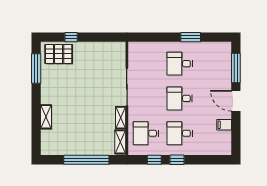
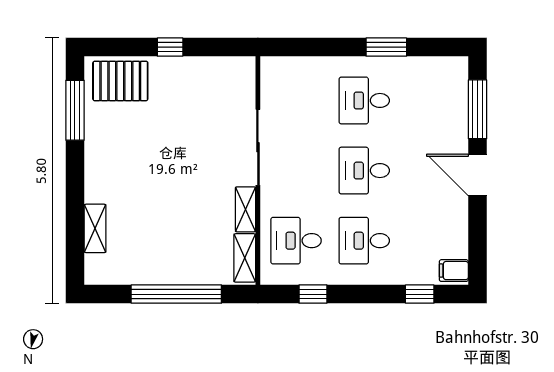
window: (71, 37) -> (170, 47), moved
shelving: (46, 117) -> (95, 228), moved
filing cabinet: (224, 125) -> (454, 271), moved
window: (177, 160) -> (420, 294), moved

